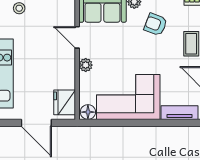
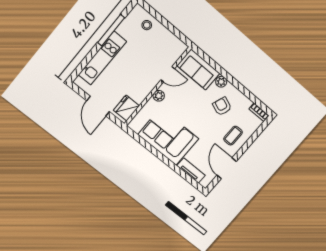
door: (77, 37) -> (168, 74), swing flipped
floor lamp: (88, 112) -> (136, 126), removed

